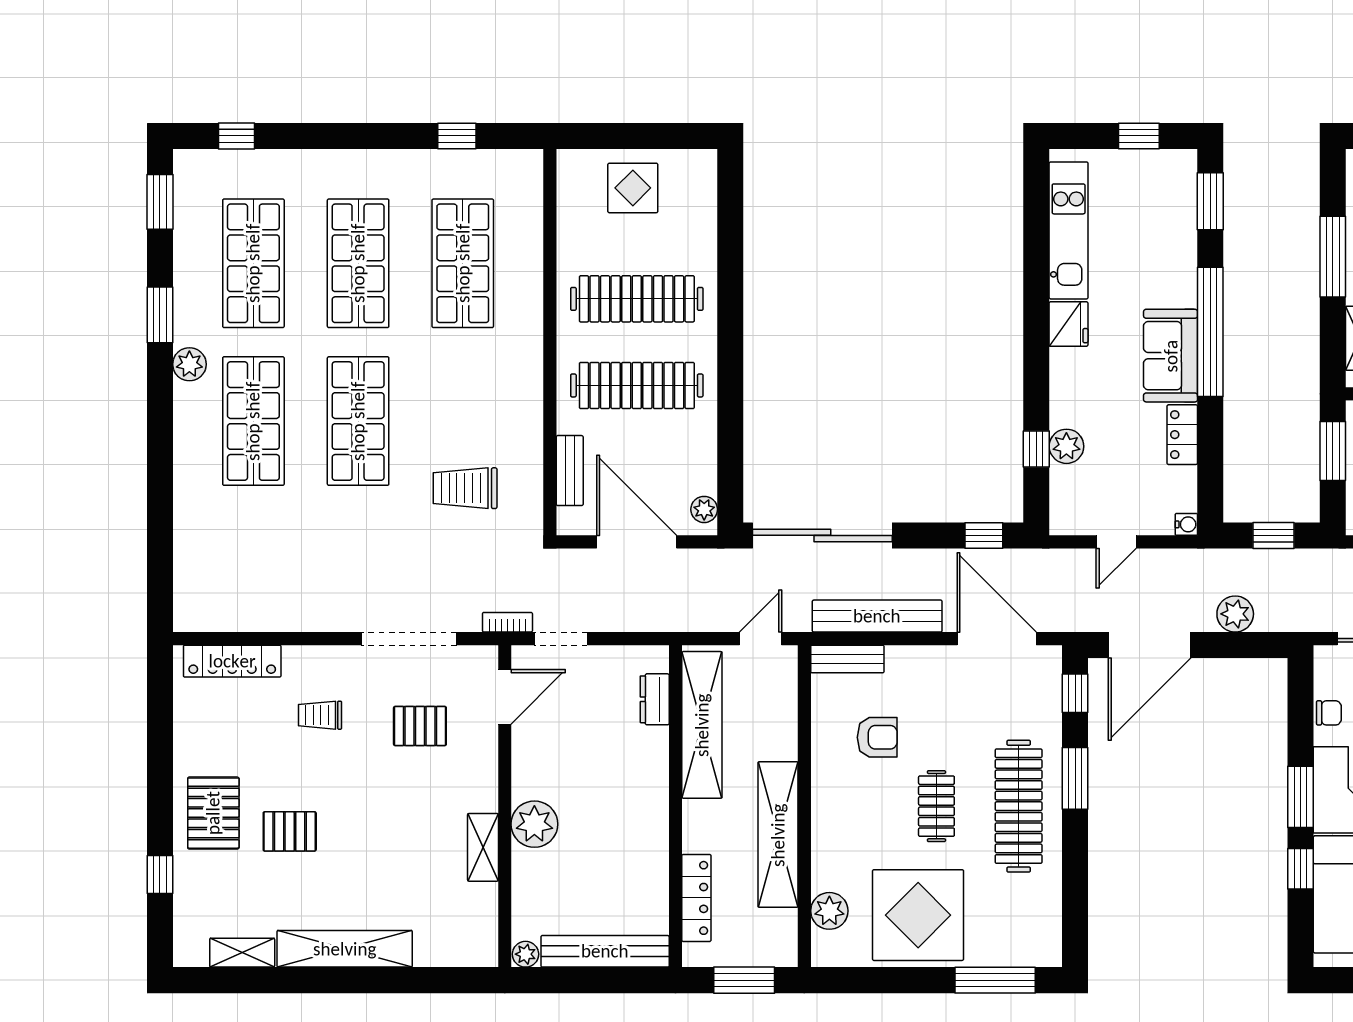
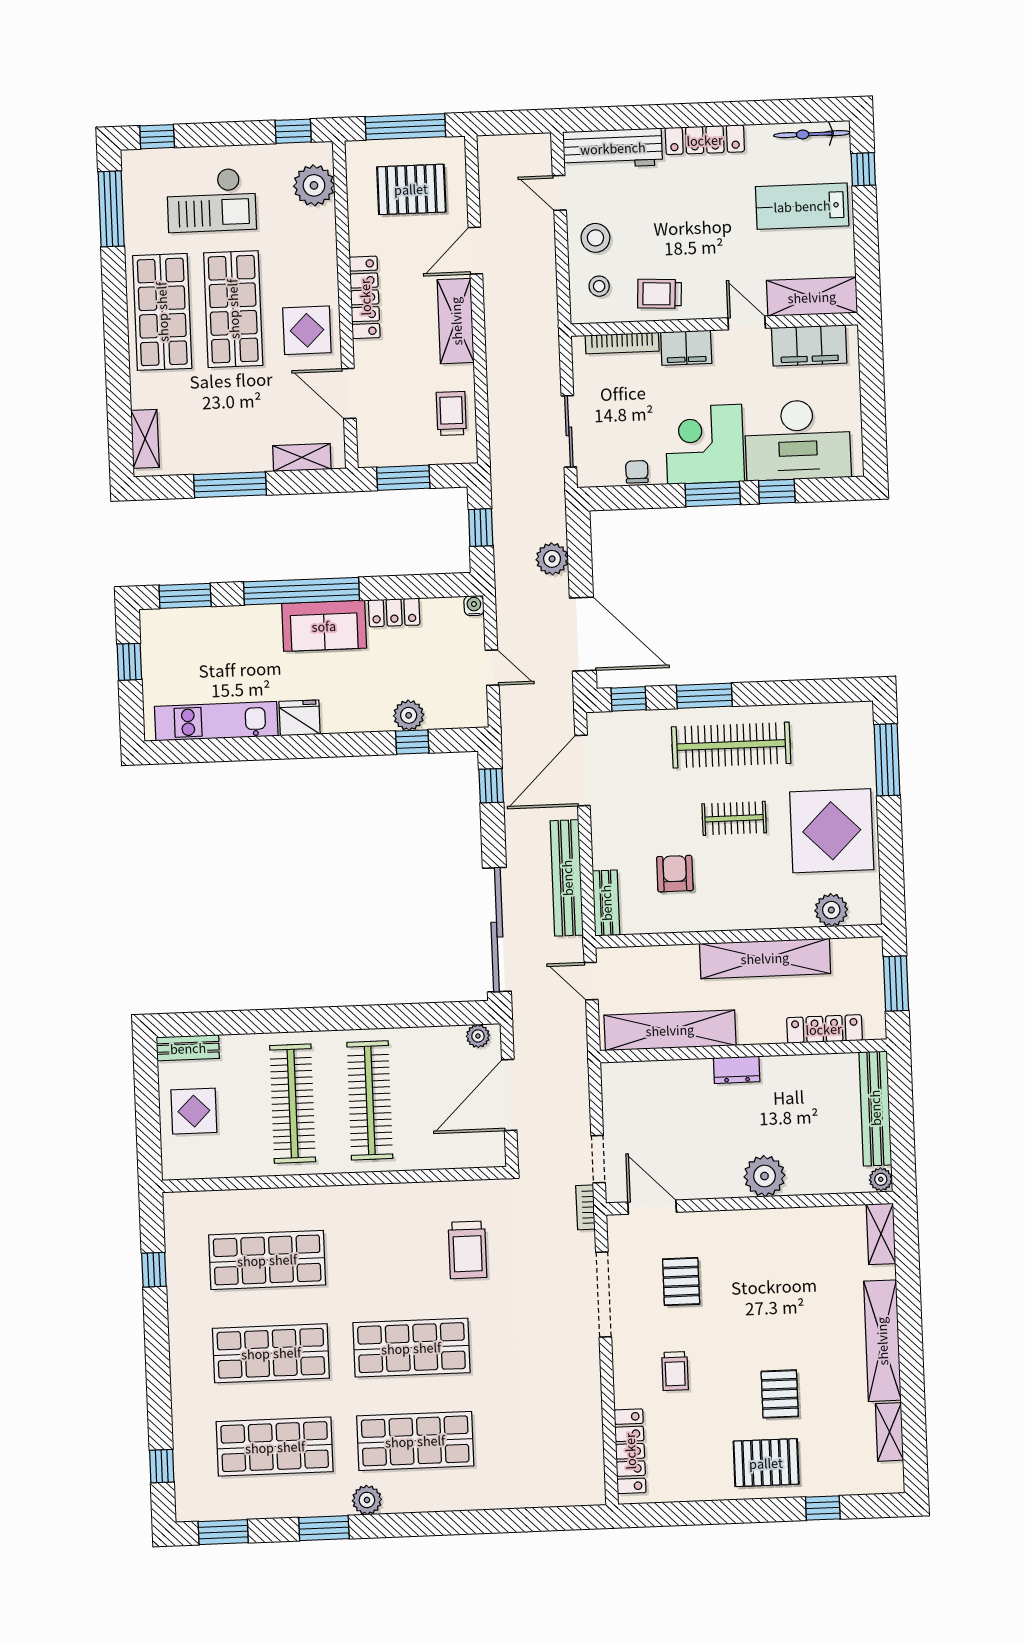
bench: (570, 471) -> (188, 1048), moved
dresser: (655, 699) -> (737, 1070), moved
shelving: (483, 847) -> (881, 1234), moved, turned 90

